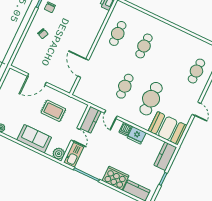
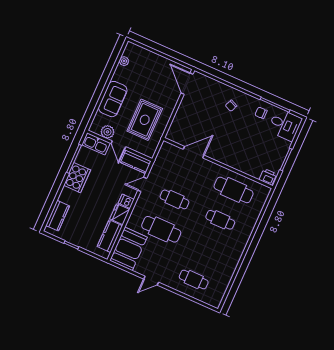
cafe table: (118, 33) -> (234, 190), width x1.37, depth x1.35
door: (37, 79) -> (187, 84), moved
rug: (53, 111) -> (145, 120), width x1.36, depth x1.43
door: (75, 135) -> (118, 145), hinge flipped
plant: (59, 154) -> (107, 132), moved
kitchen counter: (165, 156) -> (110, 236), moved, turned -90
cooker: (116, 178) -> (77, 178), moved

